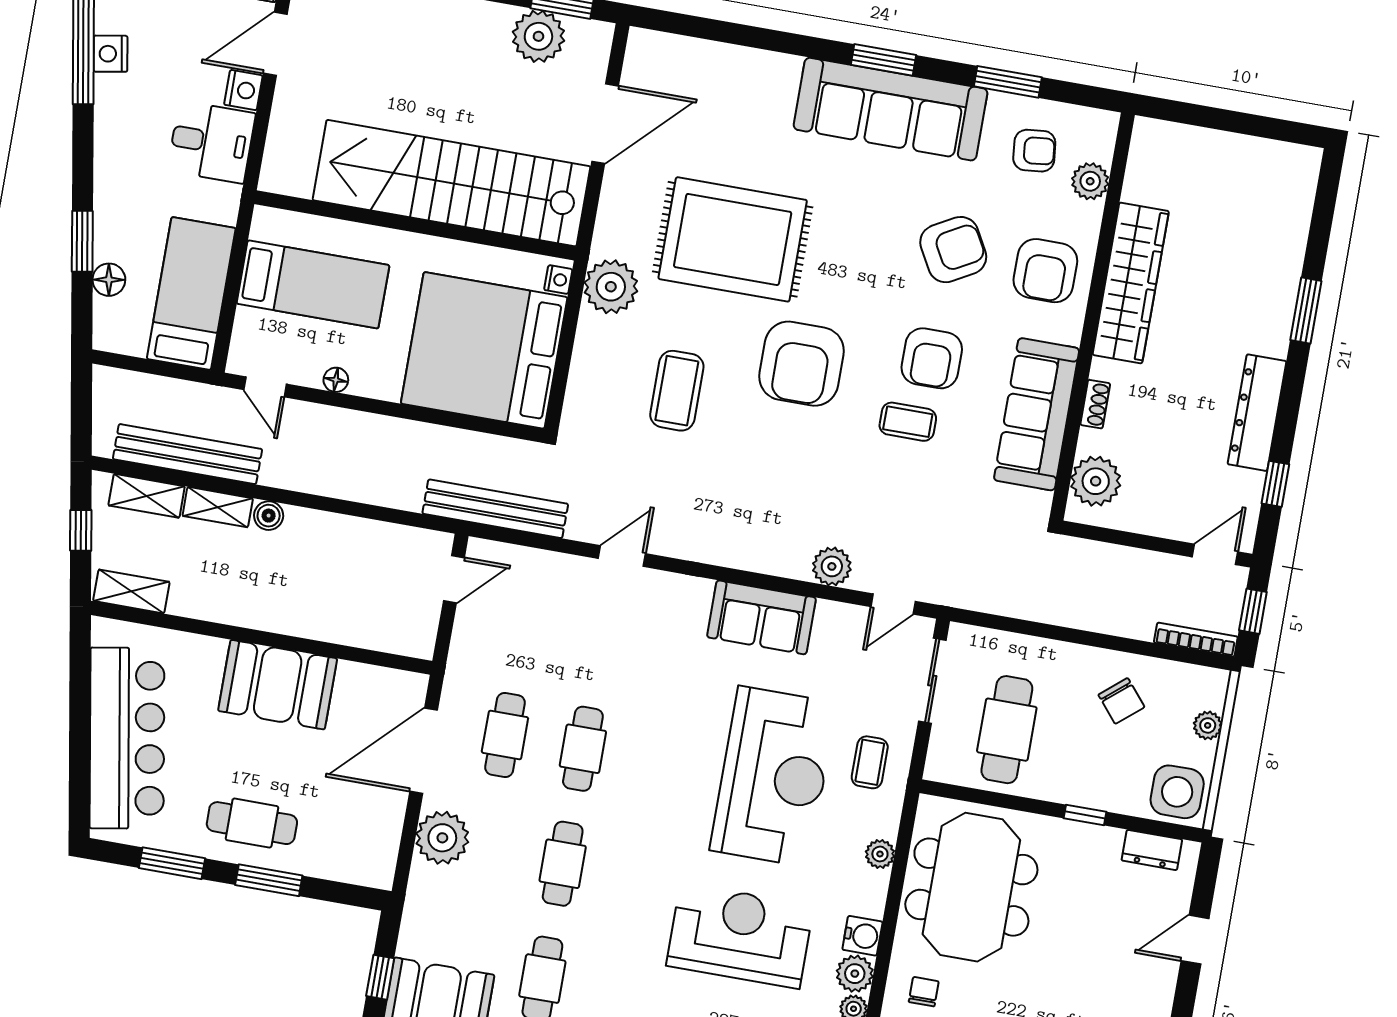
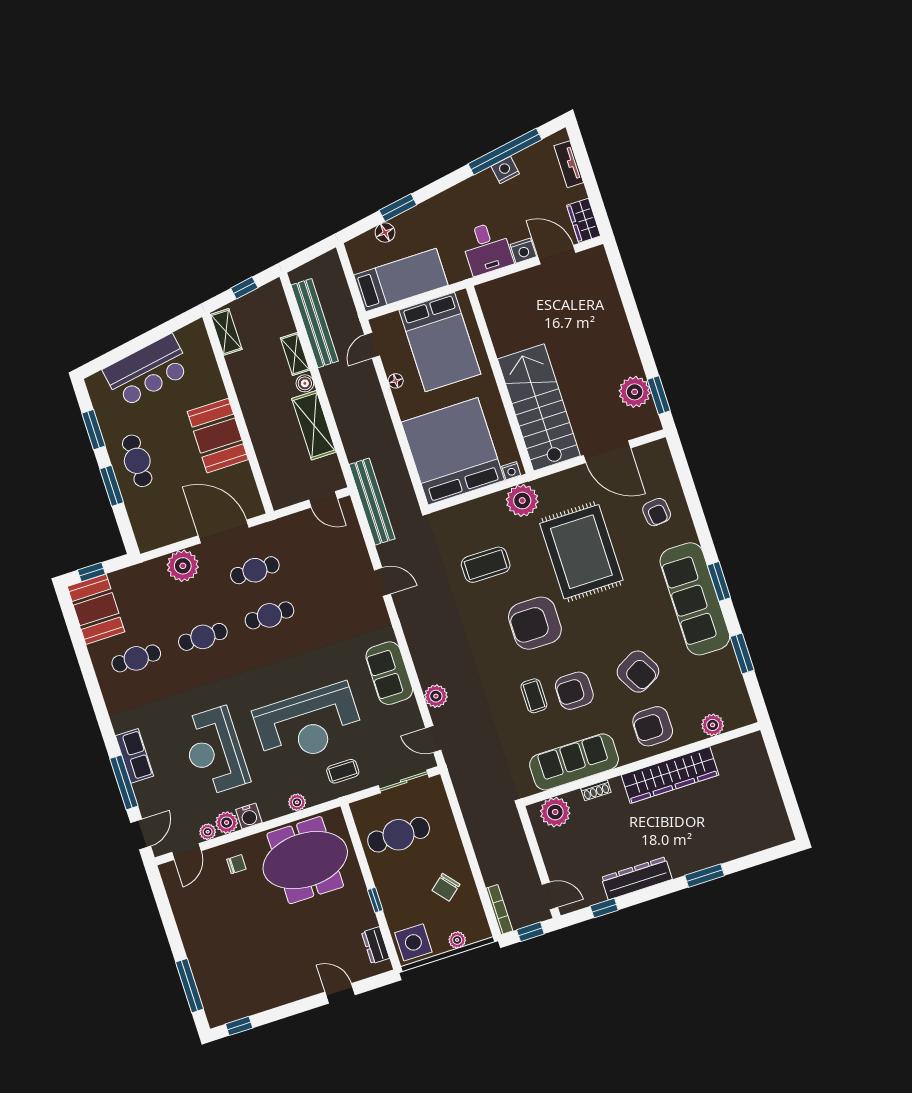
armchair: (1034, 151) -> (657, 512), moved
stairs: (451, 183) -> (539, 407), width x0.73
bed: (313, 284) -> (440, 342), width x1.50
shelving: (147, 496) -> (314, 425), moved, width x1.50, depth x1.33
bar counter: (127, 738) -> (147, 371), width x0.73
reception desk: (740, 936) -> (214, 751), turned 180

